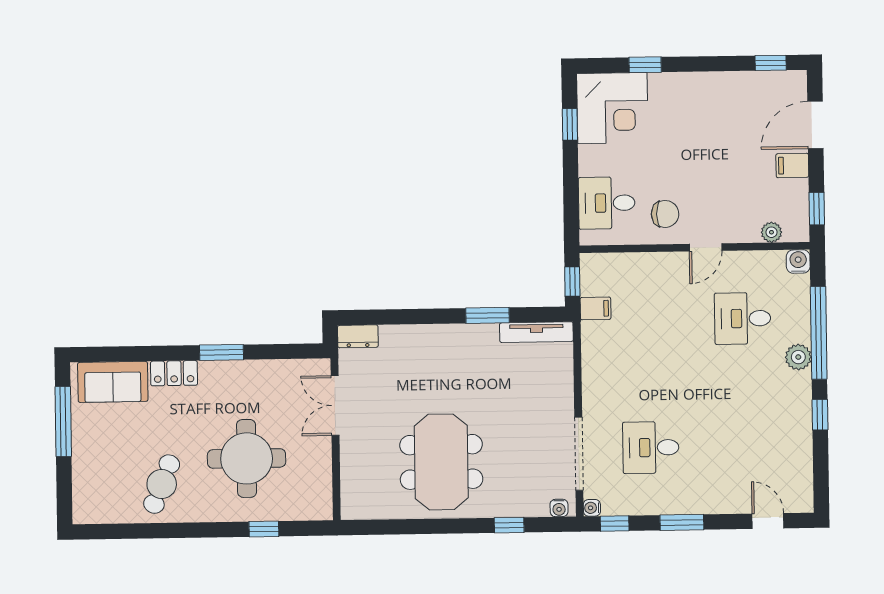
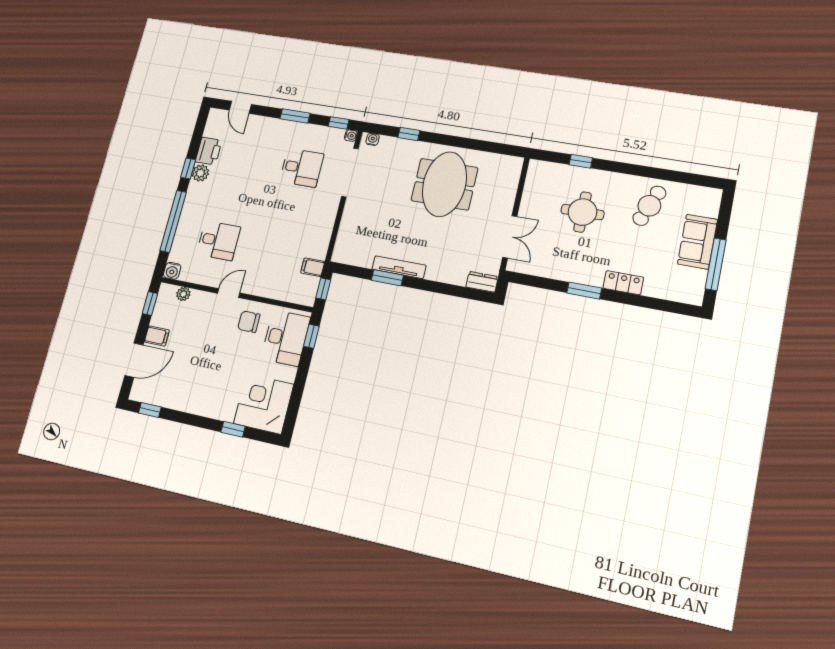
window: (570, 124) -> (311, 336), moved
desk: (607, 203) -> (286, 338), width x1.37
tv unit: (536, 332) -> (399, 267), moved
plant: (798, 357) -> (200, 173), moved
sofa: (113, 382) -> (697, 242), moved, turned -90
printer: (797, 446) -> (209, 151), added
round table: (247, 458) -> (582, 212), width x0.73, depth x0.73

